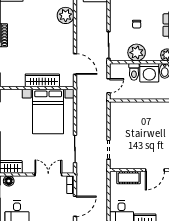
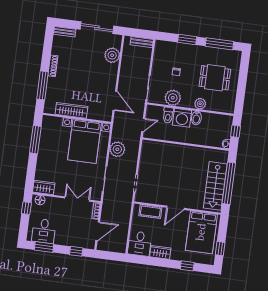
wardrobe: (42, 80) -> (71, 110), moved
plant: (84, 116) -> (117, 149), added

